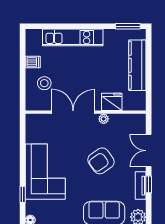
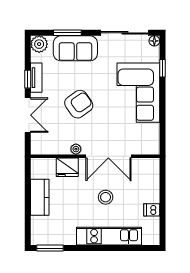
kitchen counter: (137, 65) -> (40, 197), width x0.67
stool: (44, 83) -> (106, 197), moved

